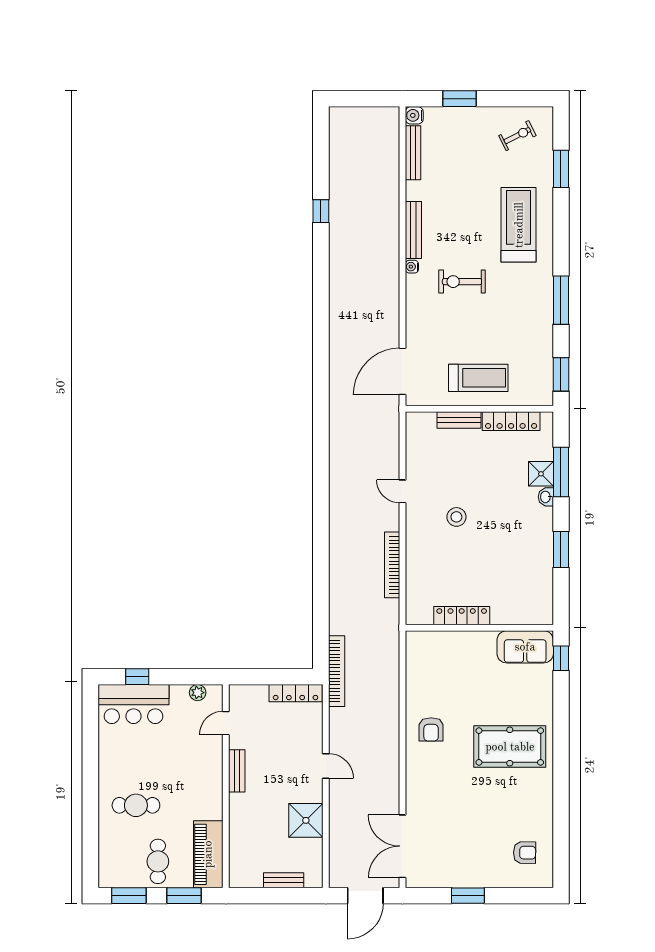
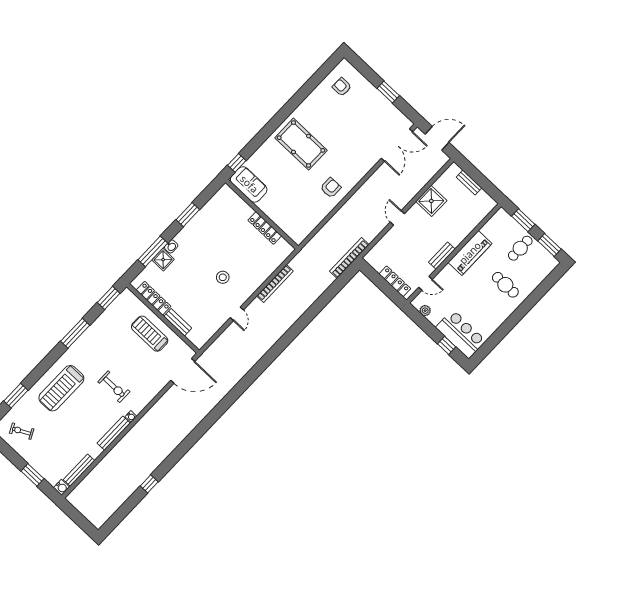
locker: (296, 693) -> (395, 281), moved
piano: (208, 854) -> (470, 253), moved

